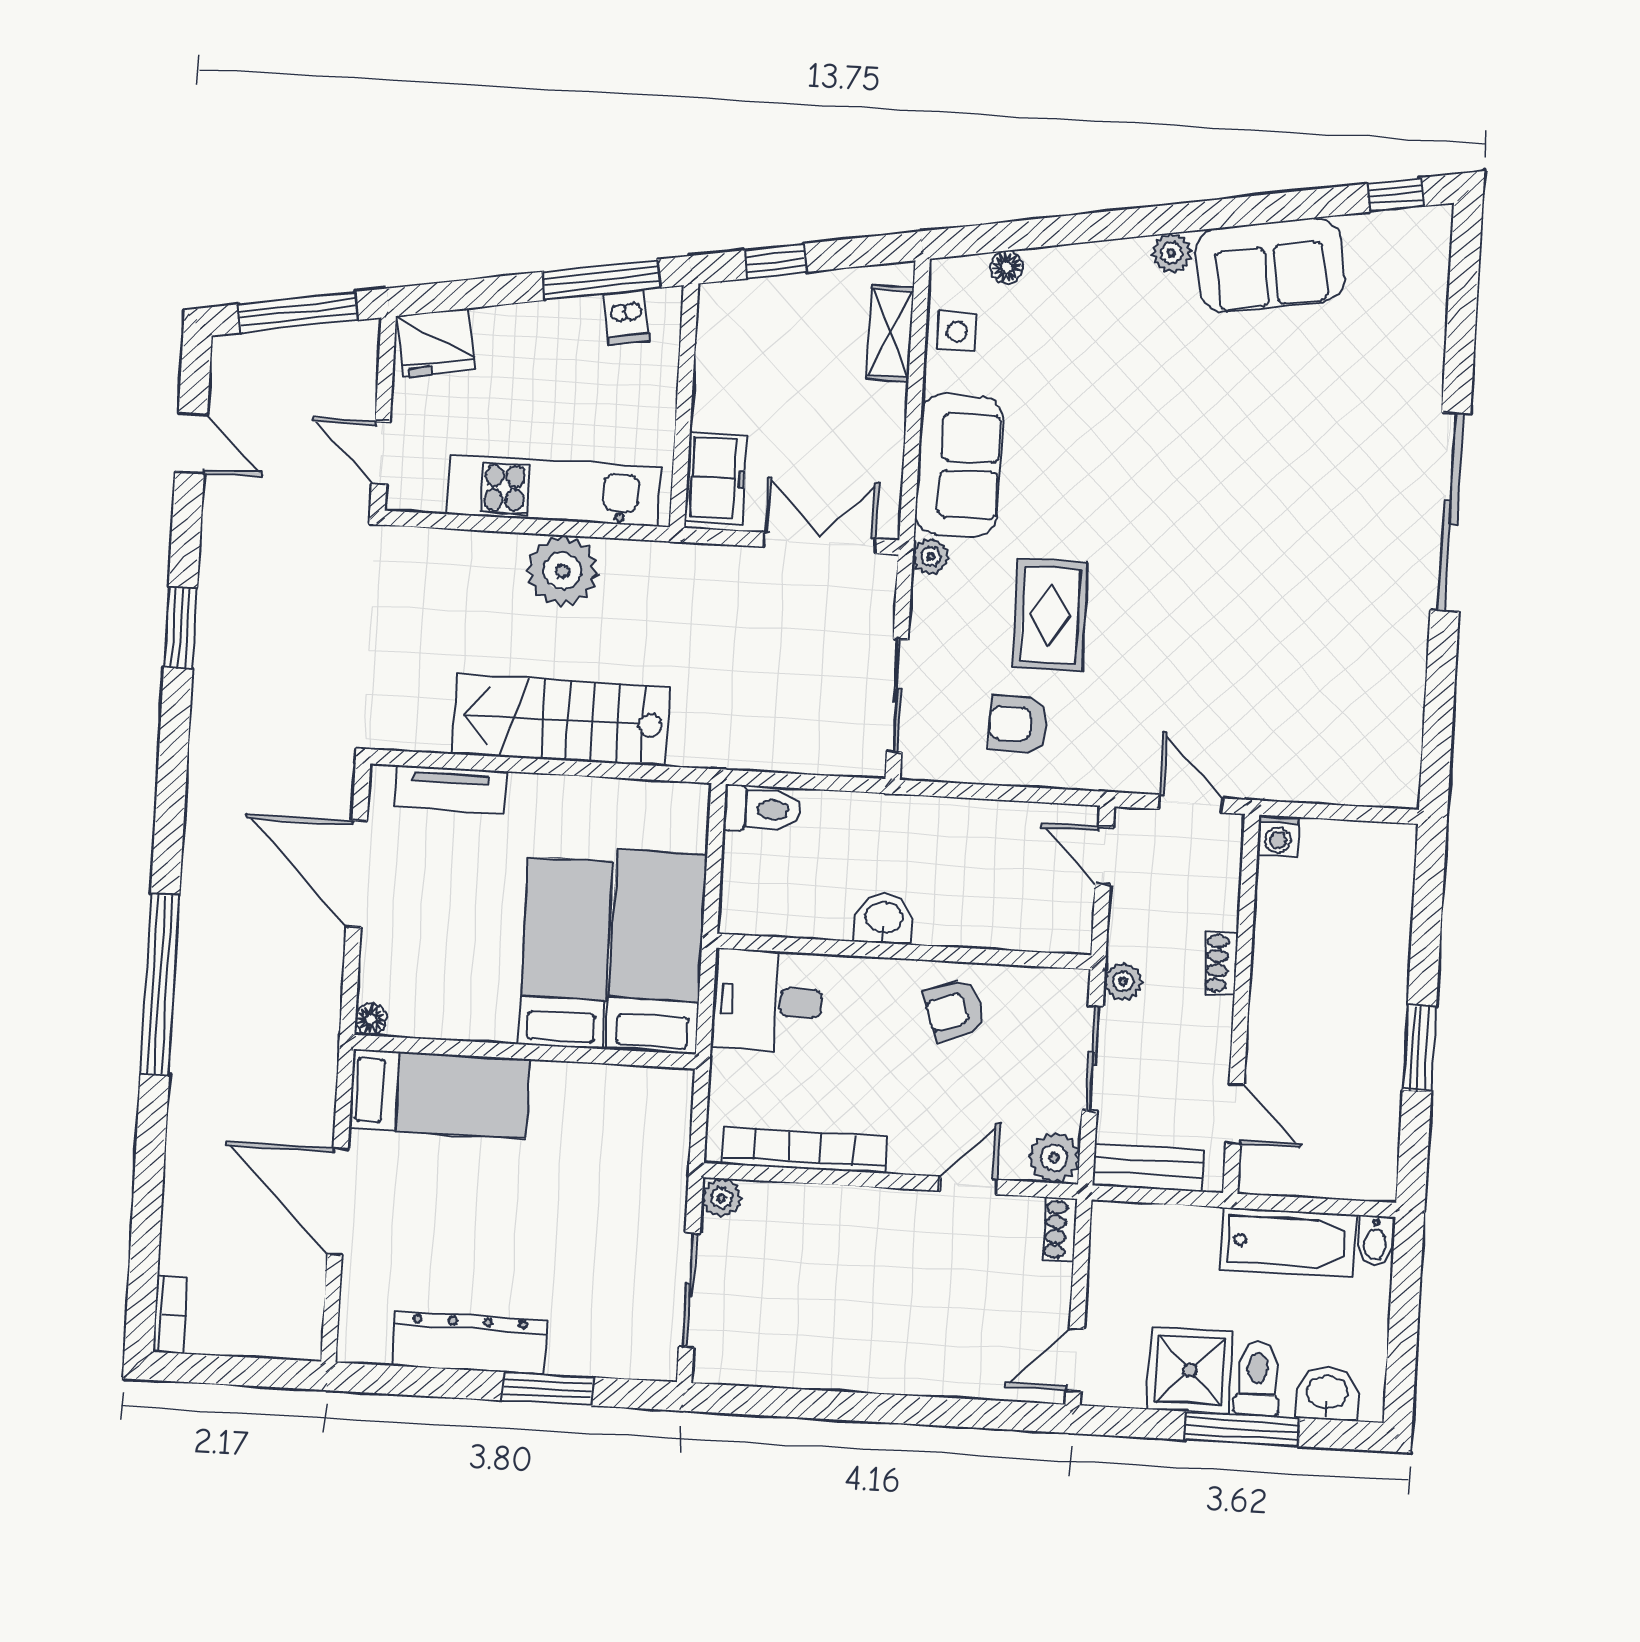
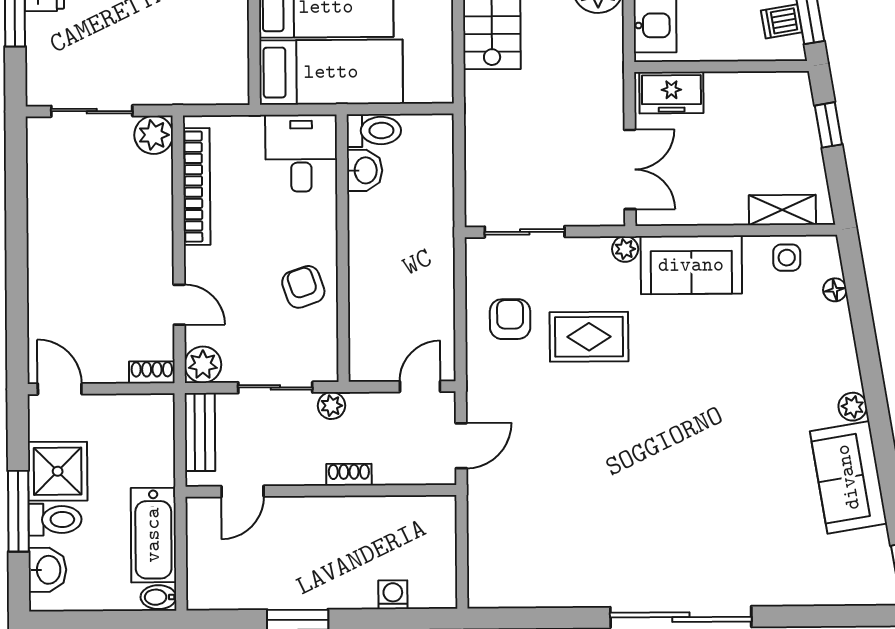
toilet: (762, 809) -> (374, 131), moved, turned -90
washing machine: (1278, 836) -> (393, 595), moved, turned 90
washbasin: (884, 919) -> (365, 170), moved
plant: (721, 1198) -> (154, 135), width x1.38, depth x1.38

